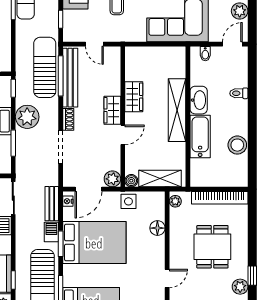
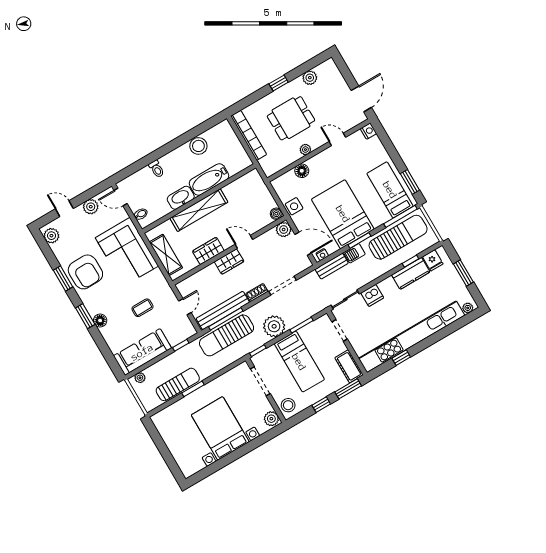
shelving: (160, 178) -> (166, 255), moved
plant: (175, 201) -> (305, 150), moved
window: (252, 276) -> (279, 83), moved

